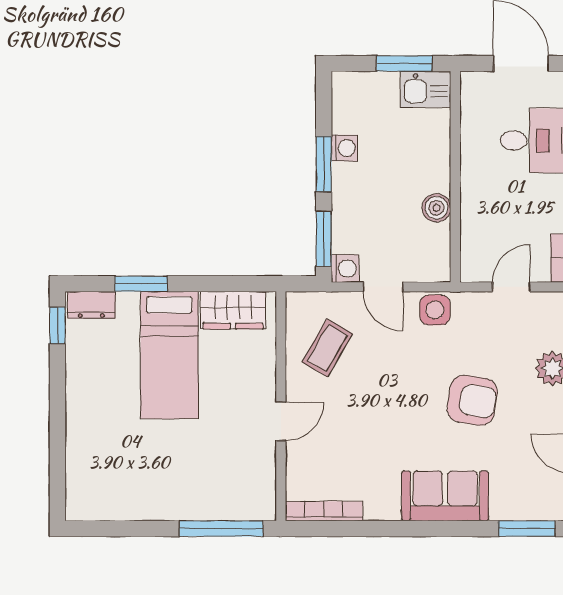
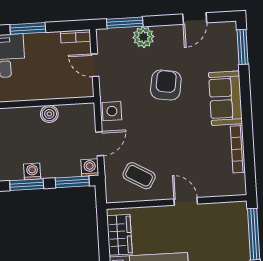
washing machine: (344, 148) -> (32, 171), moved
bookcase: (324, 511) -> (238, 149), moved

